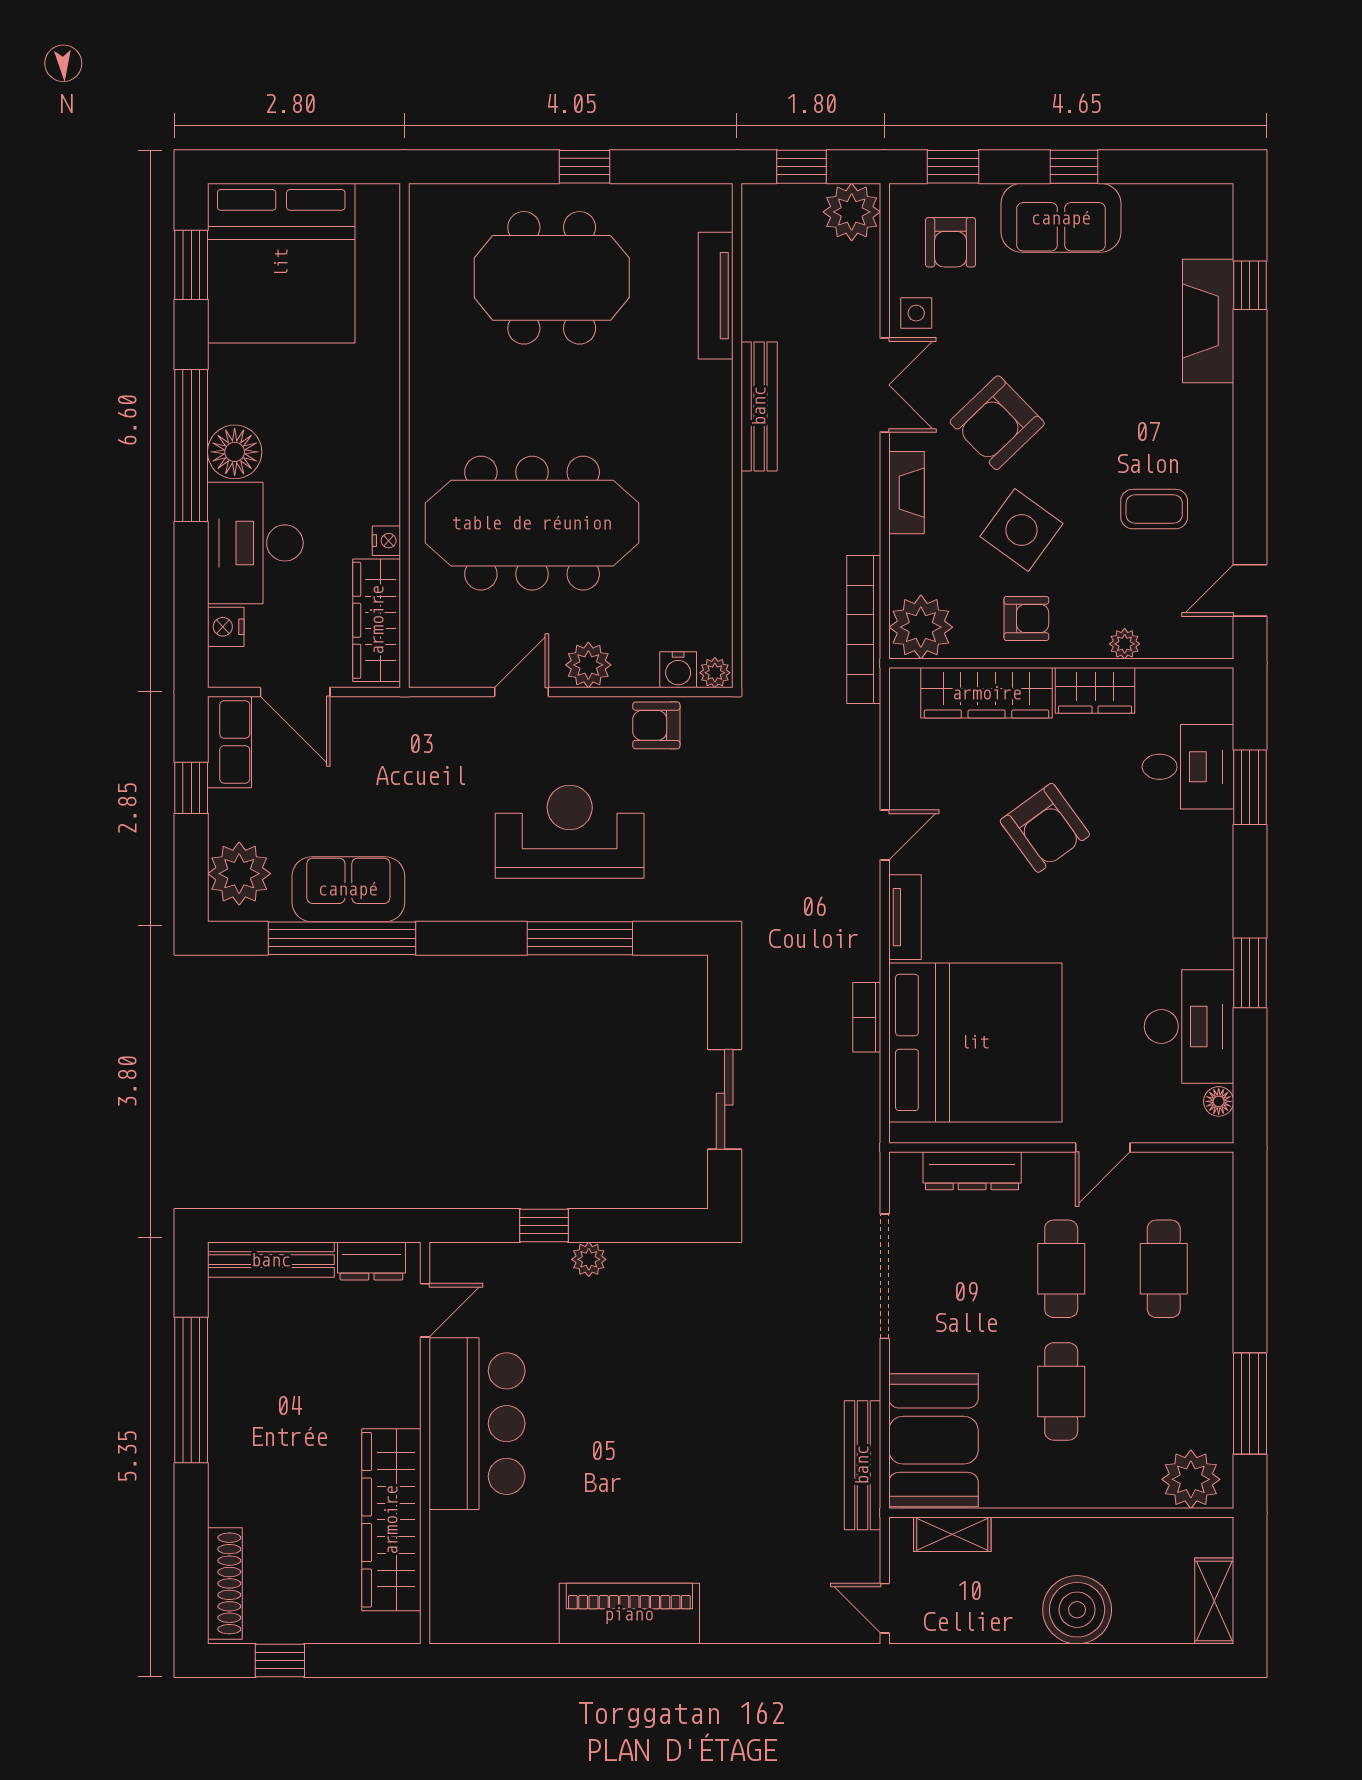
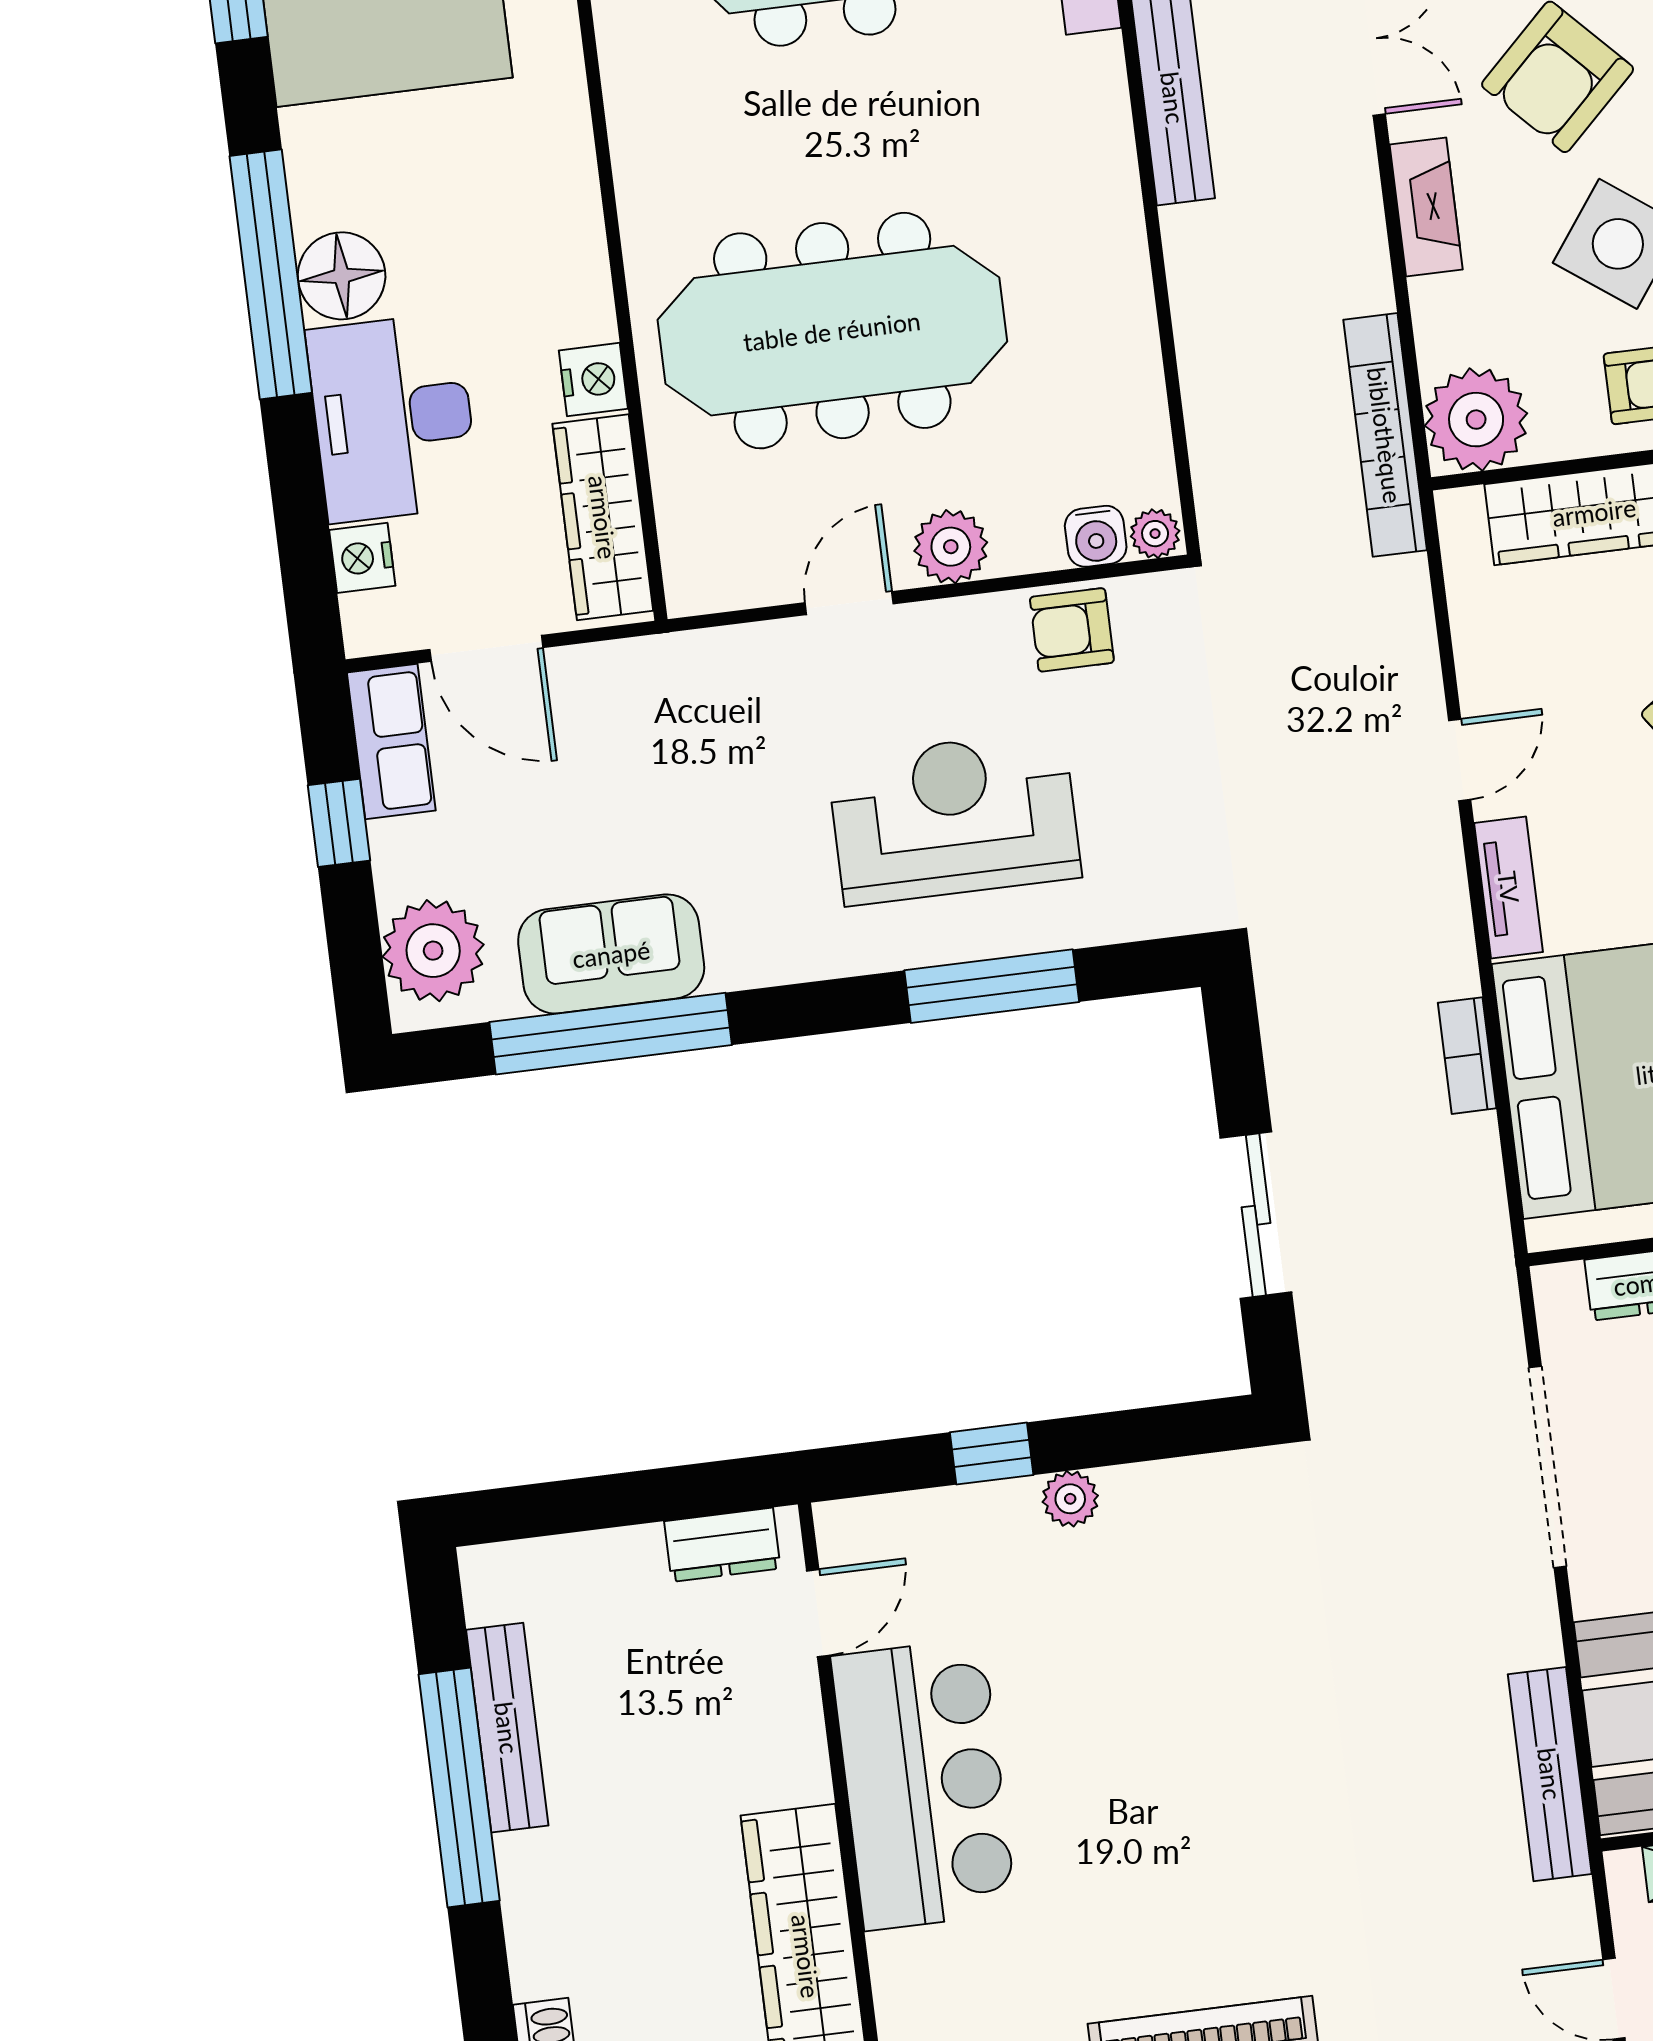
nightstand: (386, 541) -> (593, 380), width x1.39, depth x1.35
bench: (271, 1260) -> (507, 1728), moved, turned 90

